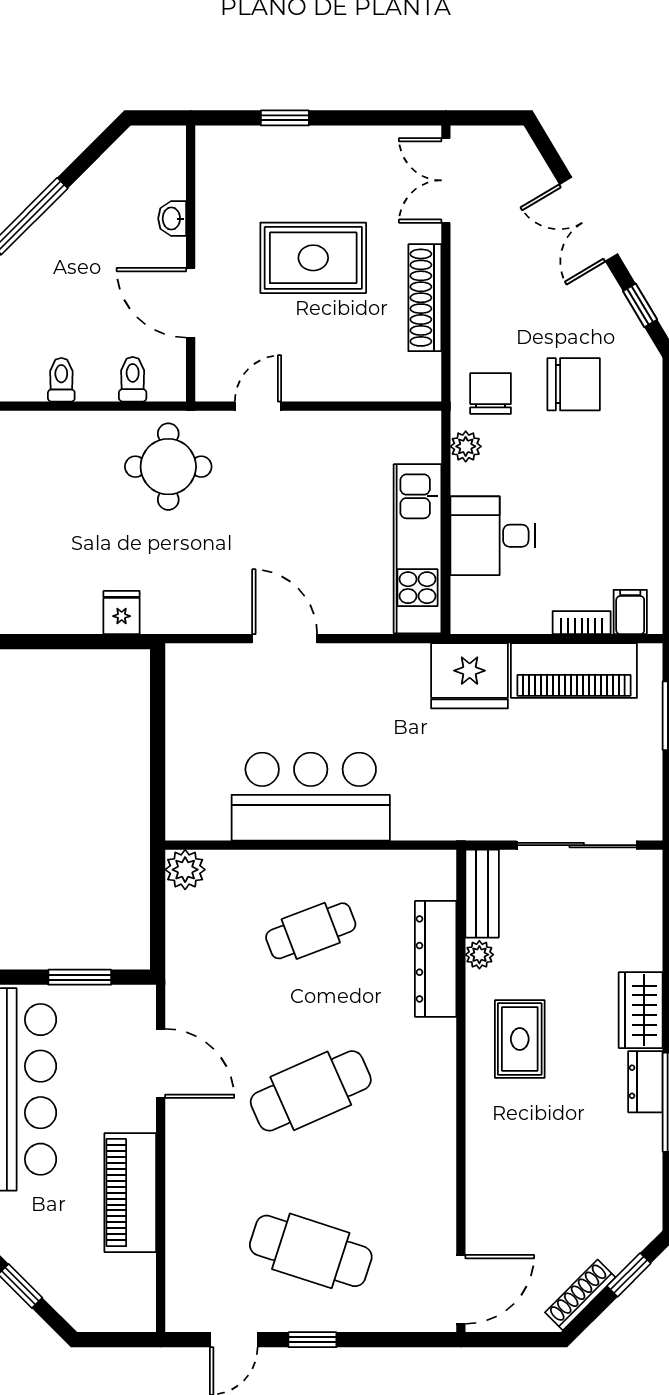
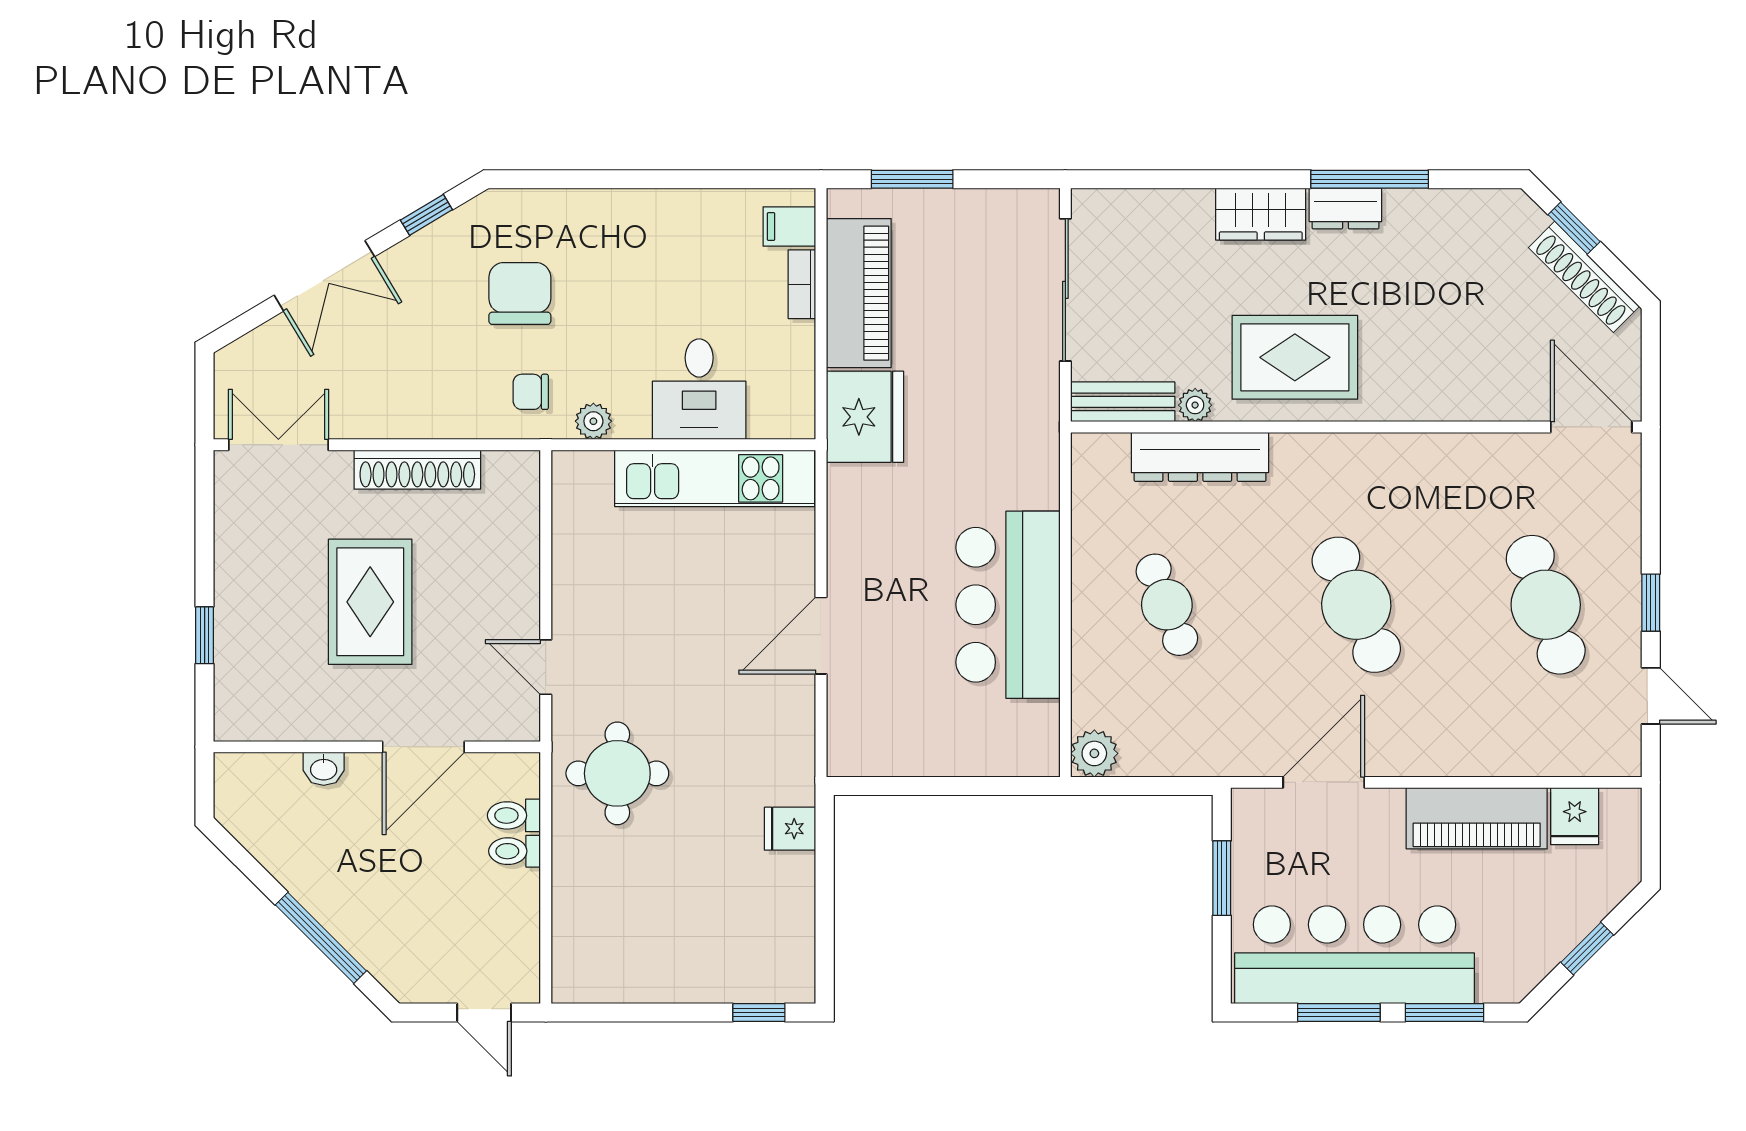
double door: (446, 180) -> (278, 445), swing flipped
toilet: (61, 380) -> (515, 851), moved
chair: (491, 393) -> (531, 392), width x0.73, depth x0.73
rug: (520, 1039) -> (1295, 357), width x1.36, depth x1.43
cafe table: (311, 1251) -> (1546, 605), turned -36
fridge: (132, 1275) -> (1575, 816), added
shoe rack: (580, 1295) -> (1584, 277), width x1.36, depth x1.24

